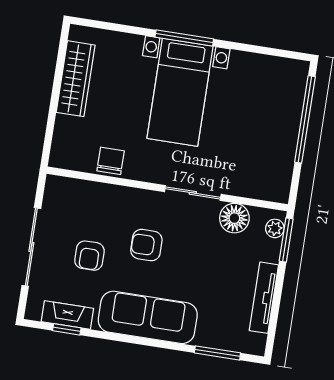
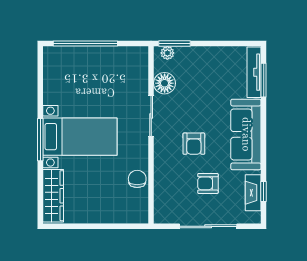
wardrobe: (76, 79) -> (53, 196), moved, turned 90
chair: (111, 161) -> (137, 179), turned 90
armchair: (89, 256) -> (208, 183), turned 180
tv unit: (264, 298) -> (254, 72), moved, turned 90

